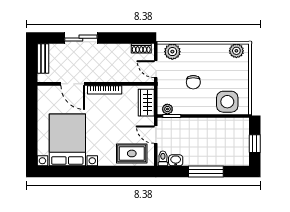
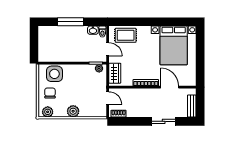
plant: (172, 52) -> (73, 111), moved
chair: (193, 82) -> (50, 93), moved
window: (255, 144) -> (34, 43), removed

